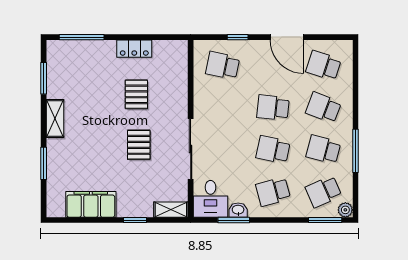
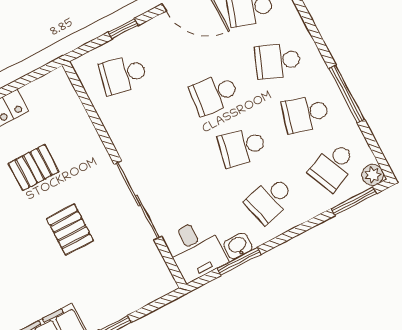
pallet: (136, 94) -> (34, 168), turned 90
shelving: (171, 210) -> (153, 290), removed

